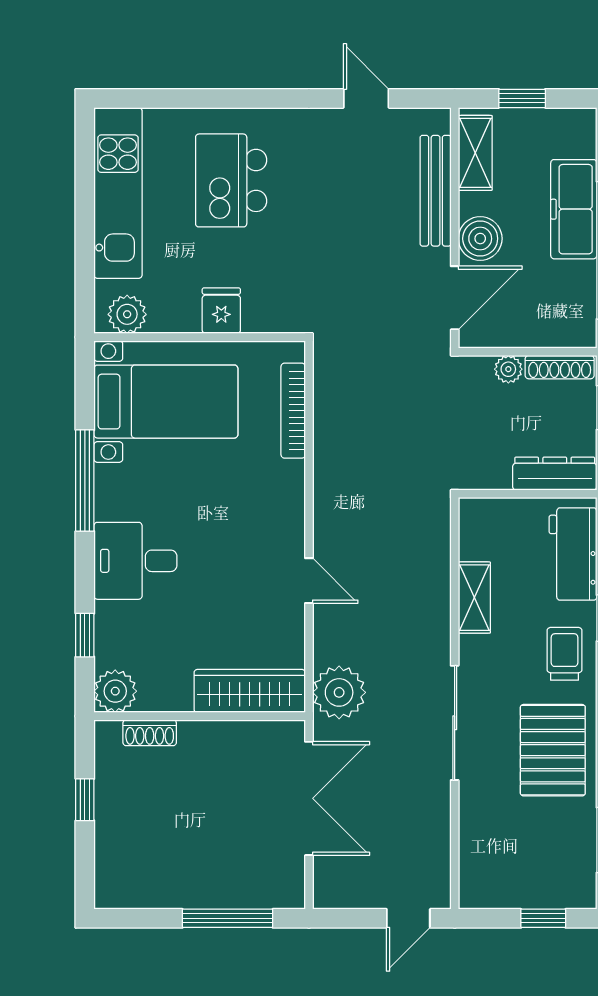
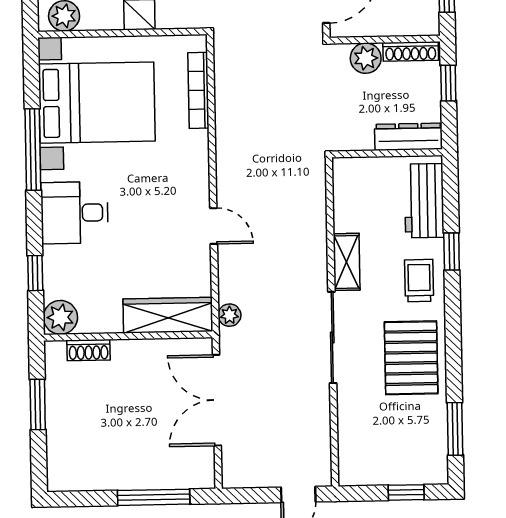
plant: (508, 369) -> (366, 58), width x1.38, depth x1.38
bed with nightstands: (166, 402) -> (97, 103), width x1.36
shelving: (474, 598) -> (347, 262), moved
plant: (339, 692) -> (229, 315), width x0.53, depth x0.53
double door: (309, 798) -> (217, 400), swing flipped
window: (85, 800) -> (38, 405), width x1.50

